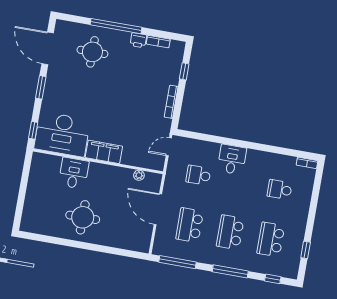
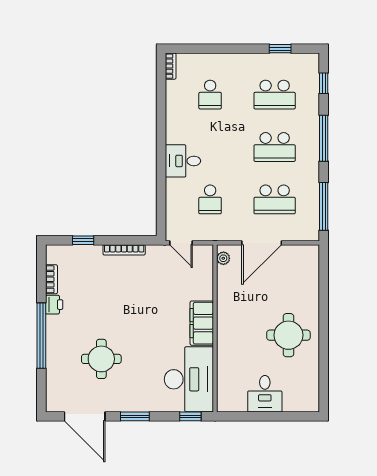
door: (48, 48) -> (85, 416), hinge flipped
round table: (92, 52) -> (101, 359), moved
desk: (74, 173) -> (265, 394), moved, turned -90
plant: (139, 175) -> (223, 258), moved

